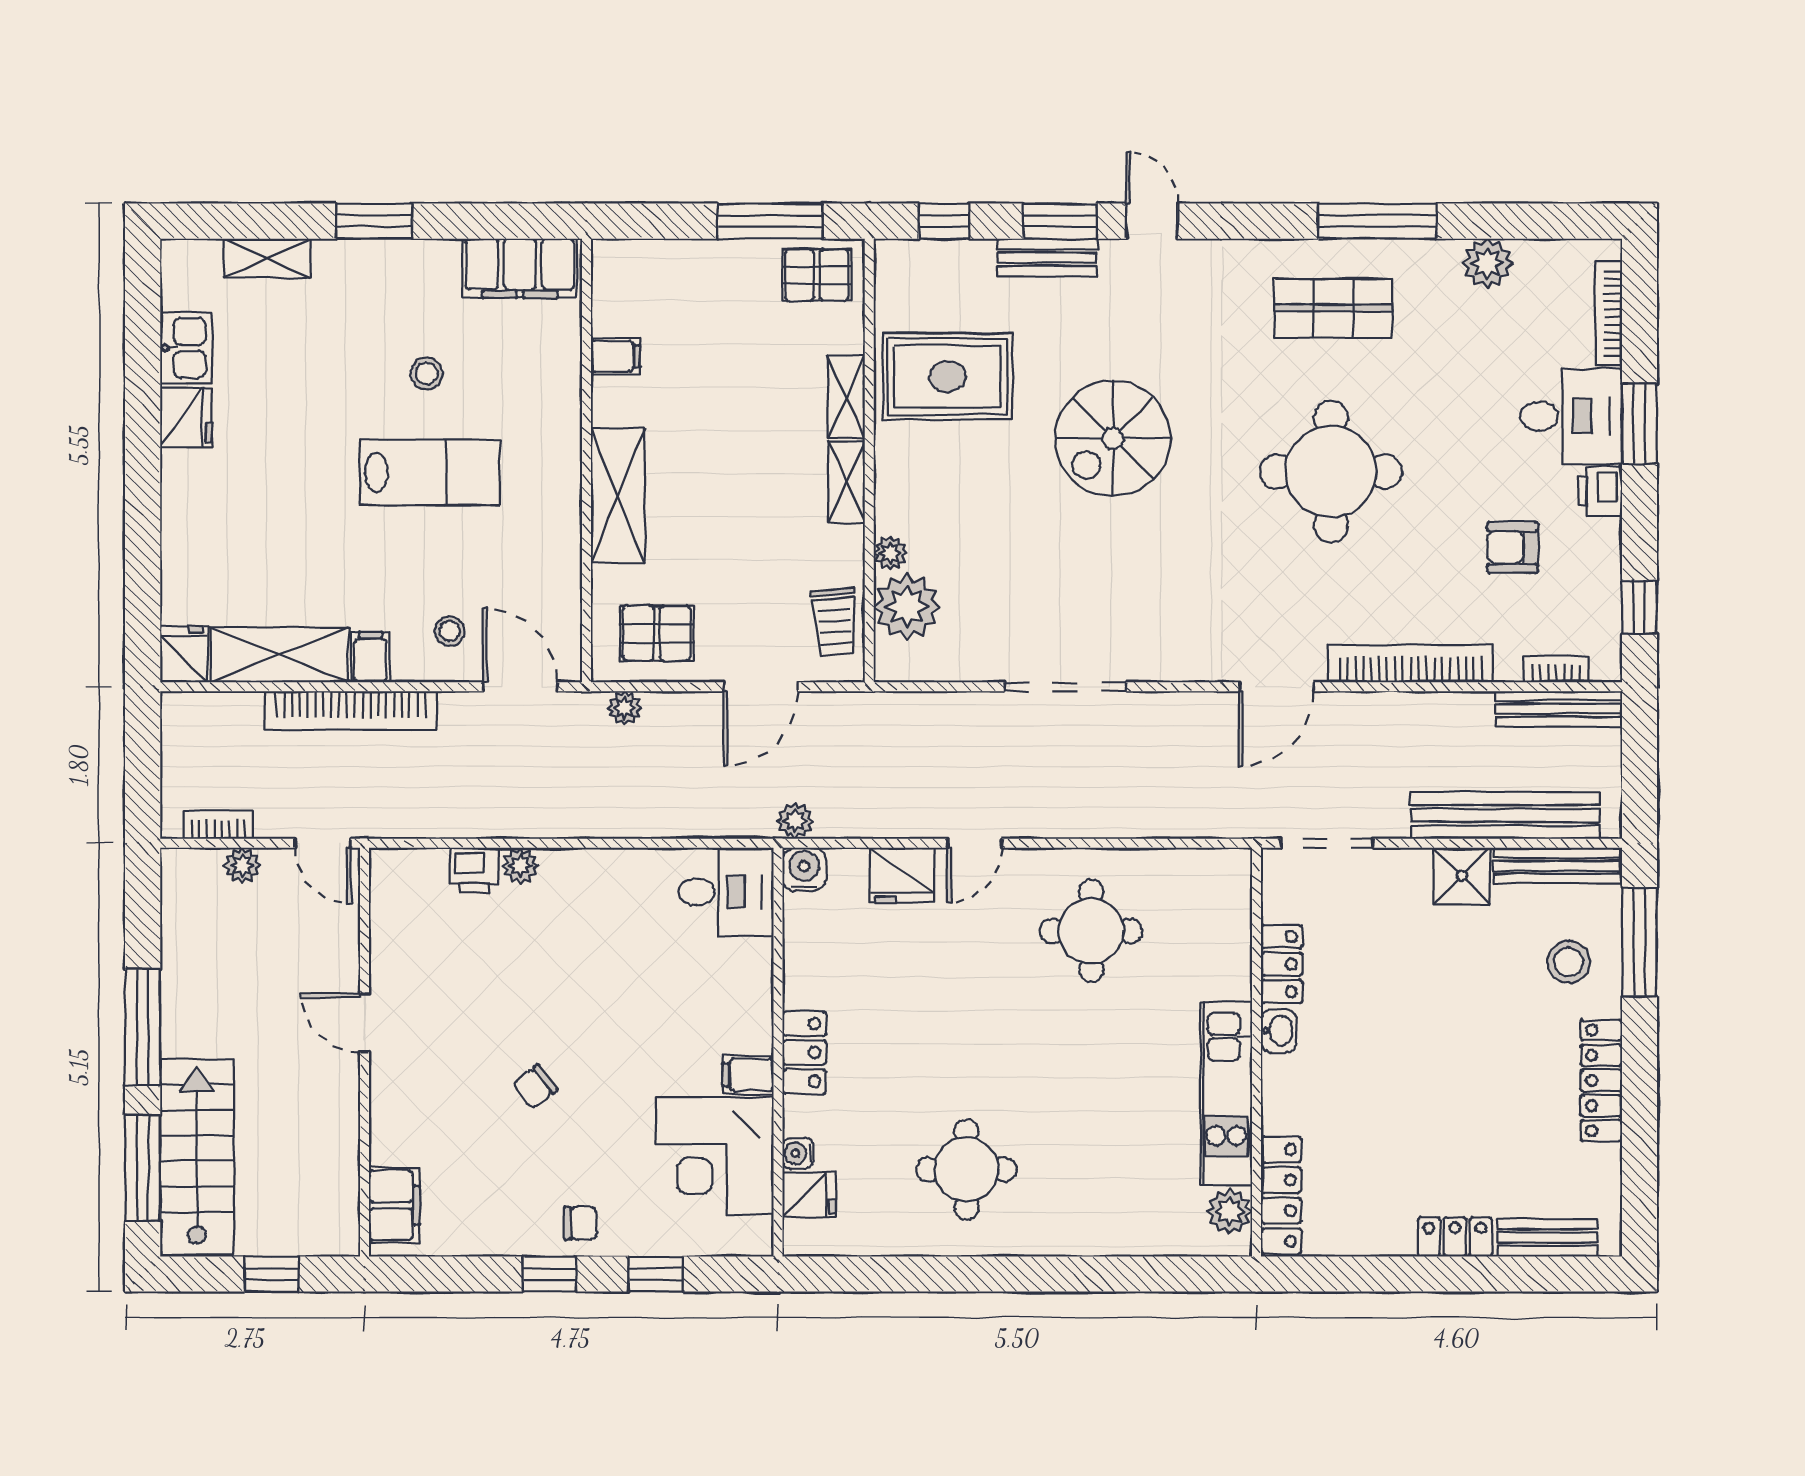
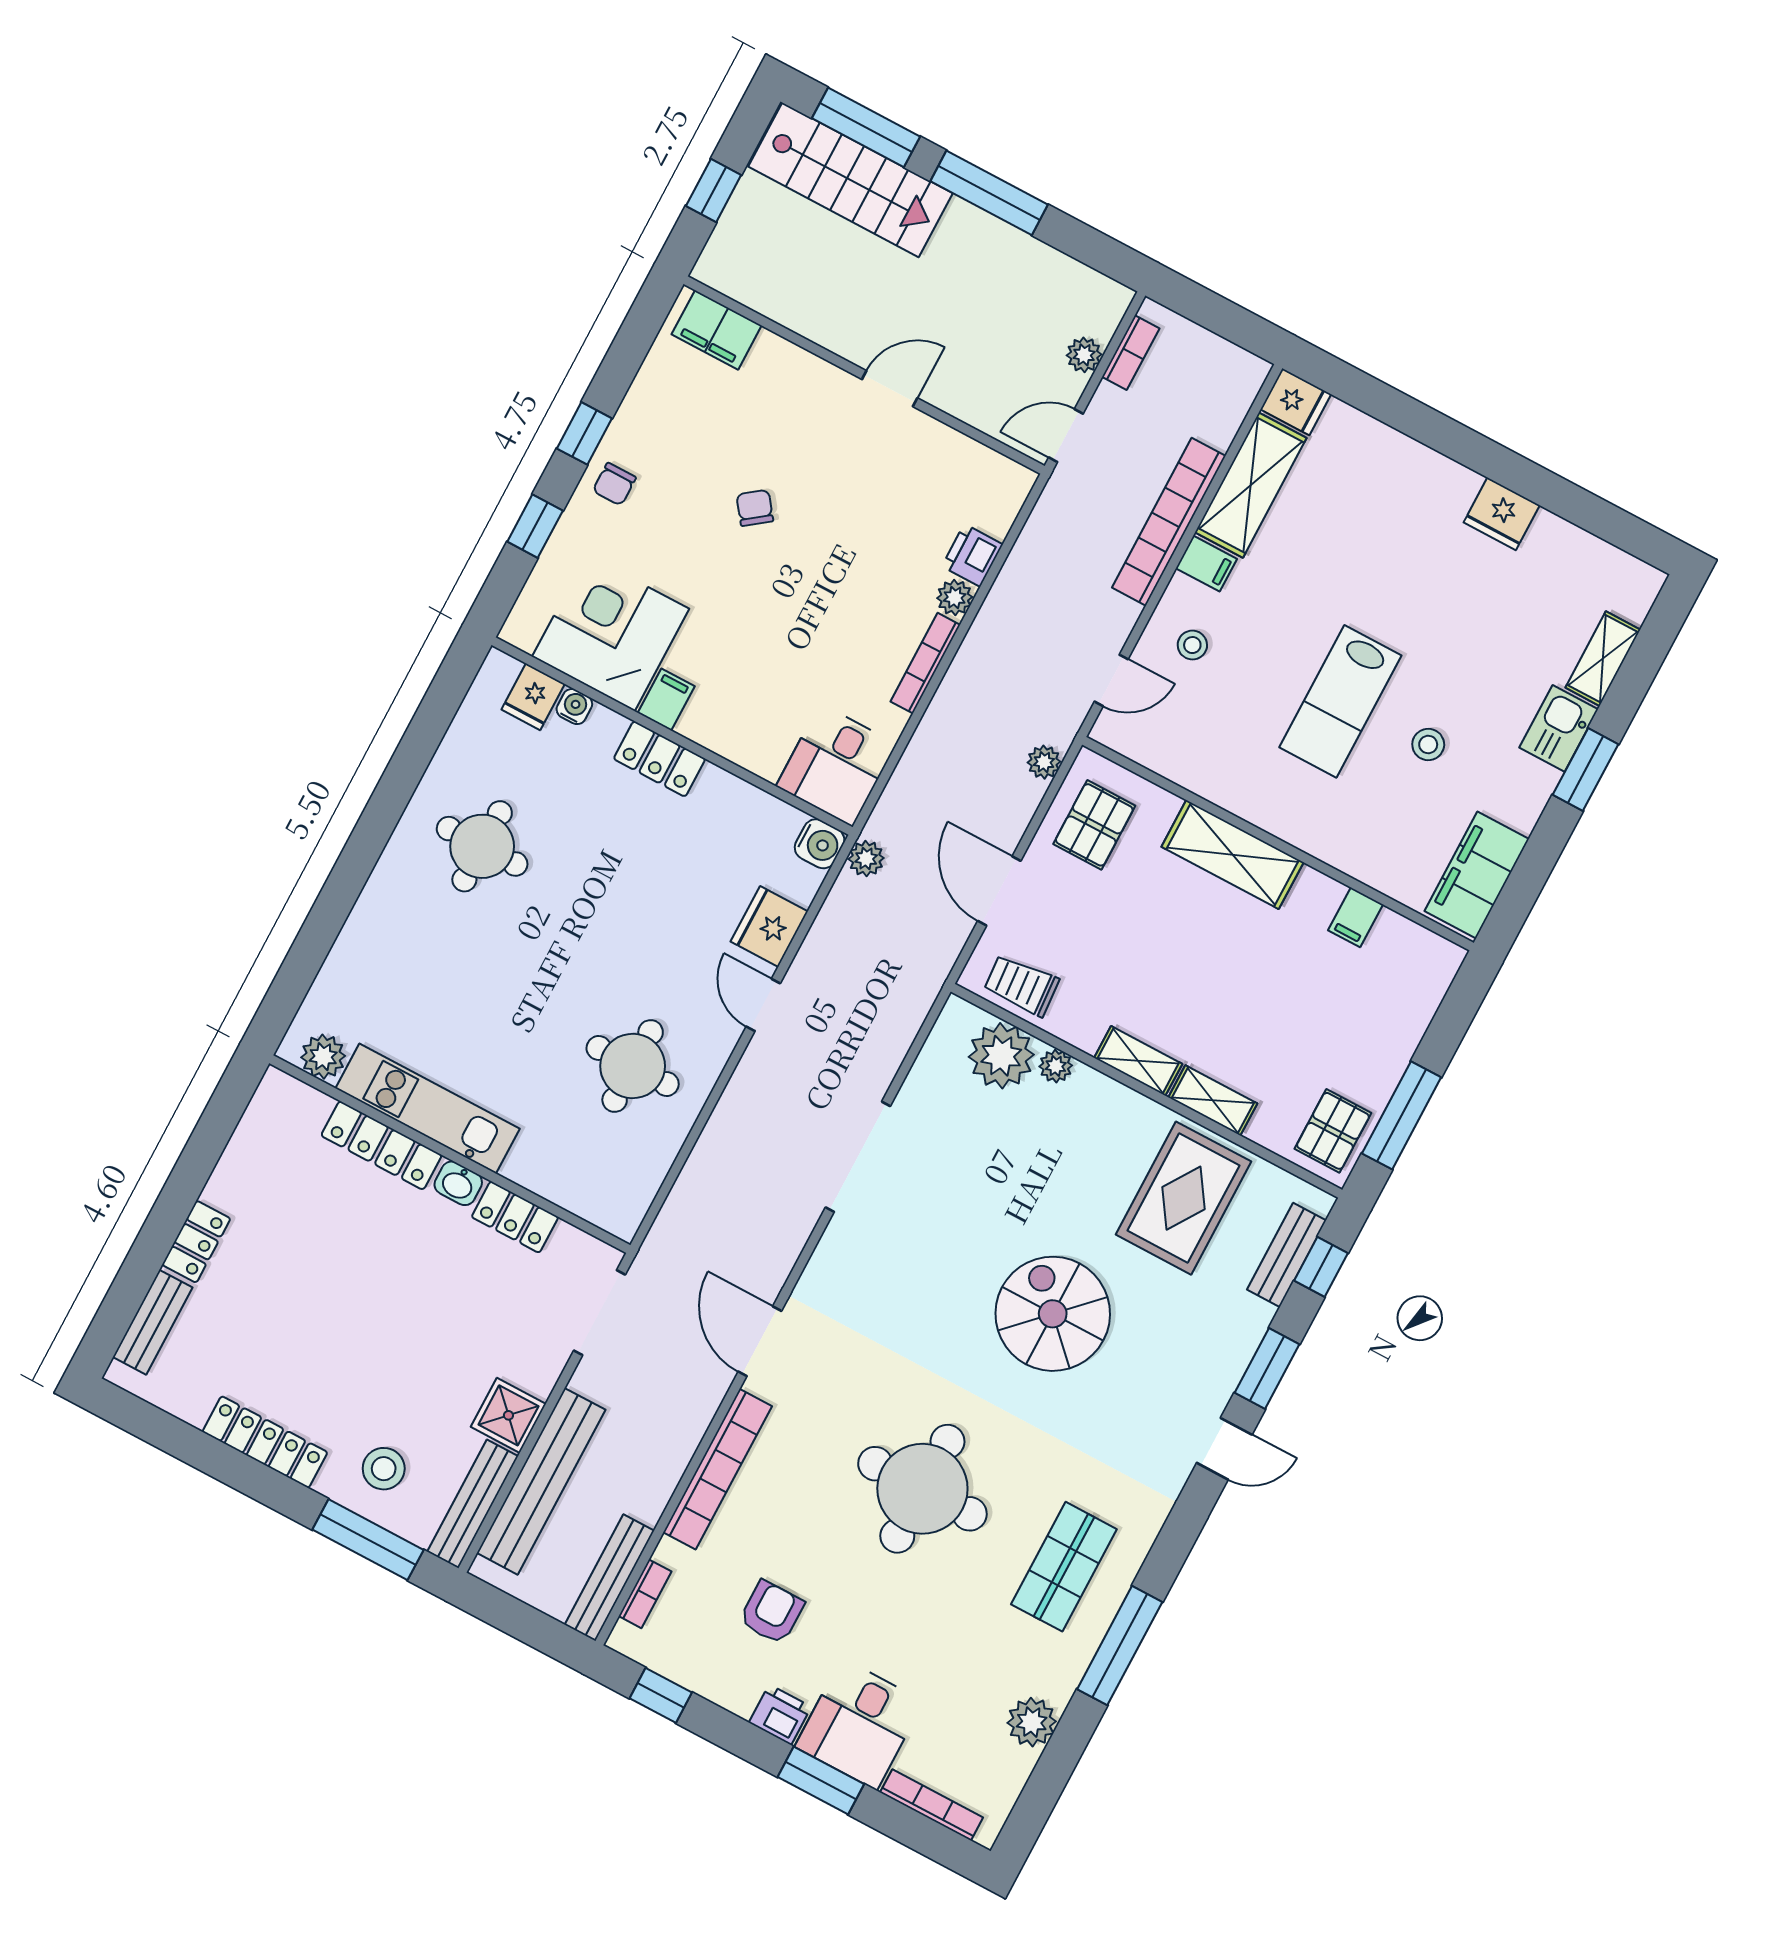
bench: (1047, 258) -> (1287, 1255), moved
kitchen sink: (186, 348) -> (1559, 728), moved, turned 90
door: (520, 687) -> (1111, 680), width x0.73
bookcase: (593, 861) -> (925, 663), added
locker: (1281, 1195) -> (381, 1145), moved

